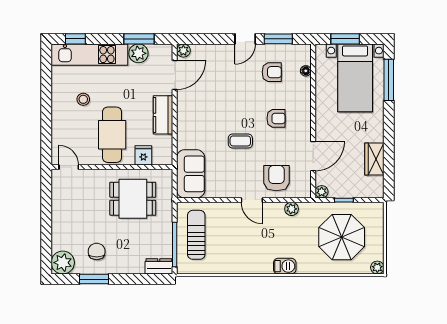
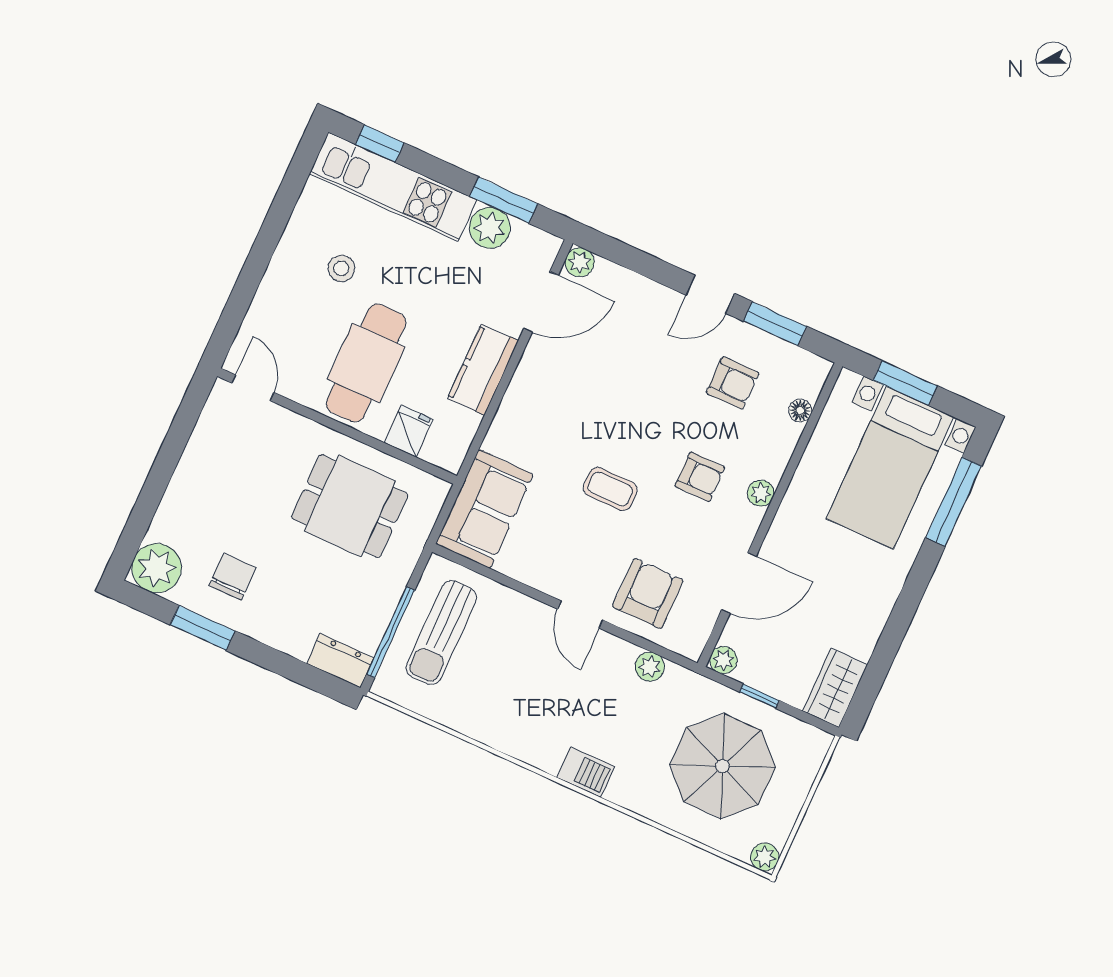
plant: (305, 114) -> (761, 493), added
wardrobe: (374, 159) -> (835, 688), moved
sun lounger: (196, 235) -> (441, 633), turned 180

